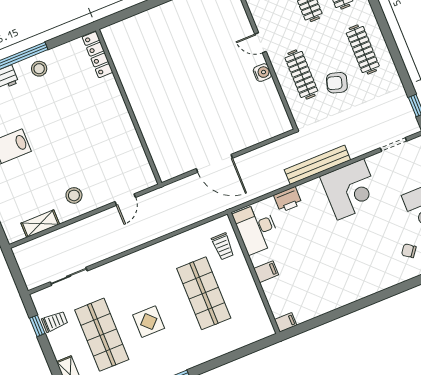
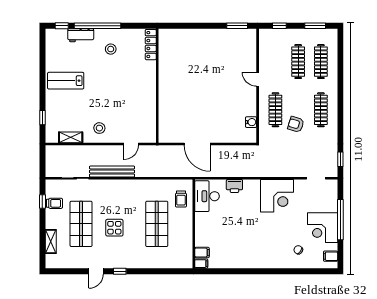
stool: (39, 69) -> (111, 49), moved
water cooler: (262, 73) -> (251, 122), moved
bench: (317, 165) -> (112, 171), moved
filing cabinet: (266, 272) -> (202, 253), moved

